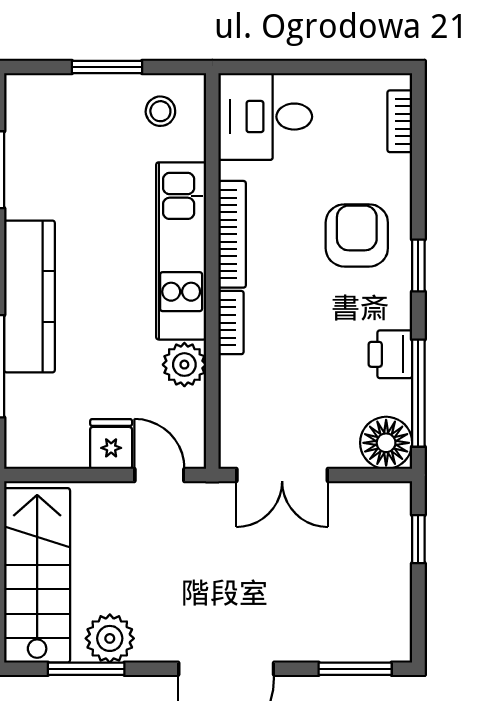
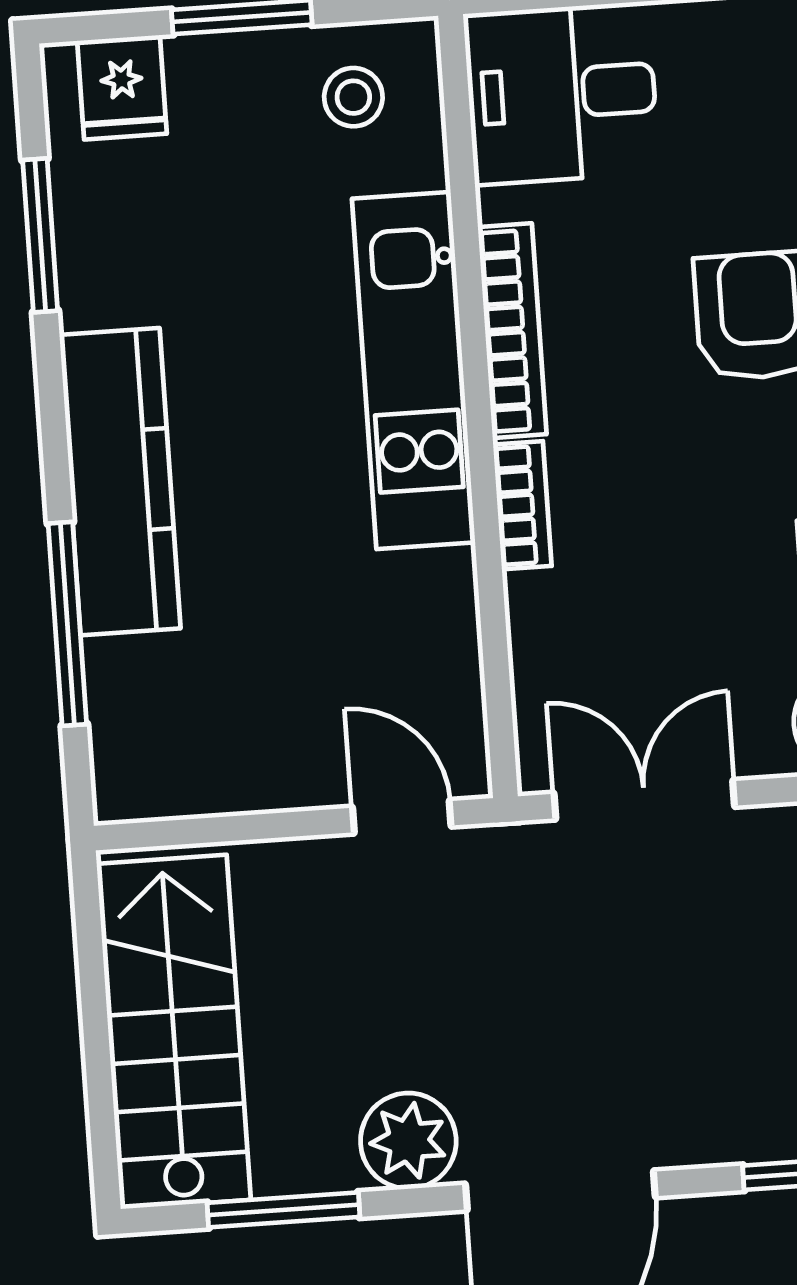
plant: (184, 365) -> (436, 595), removed
fridge: (111, 444) -> (122, 87), moved, turned 180
double door: (282, 475) -> (644, 800), swing flipped
plant: (110, 638) -> (408, 1141), moved

